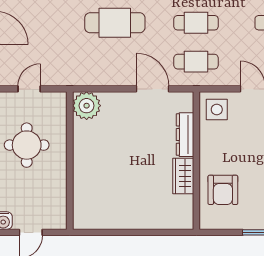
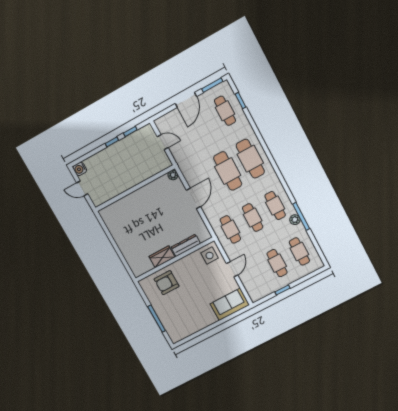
door: (153, 89) -> (193, 198), moved
plant: (87, 106) -> (173, 175), width x0.53, depth x0.53
round table: (27, 145) -> (130, 159), removed

